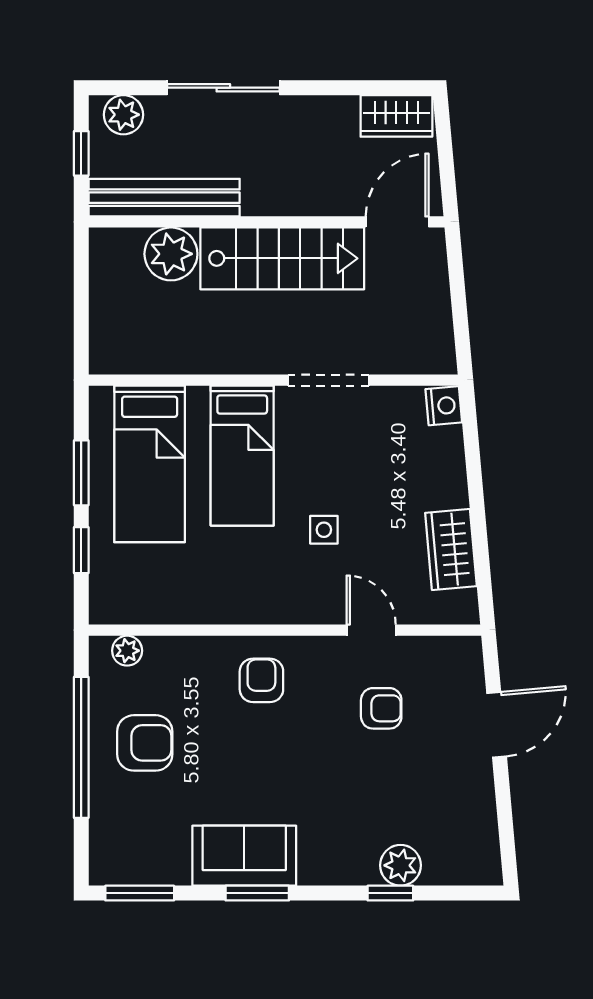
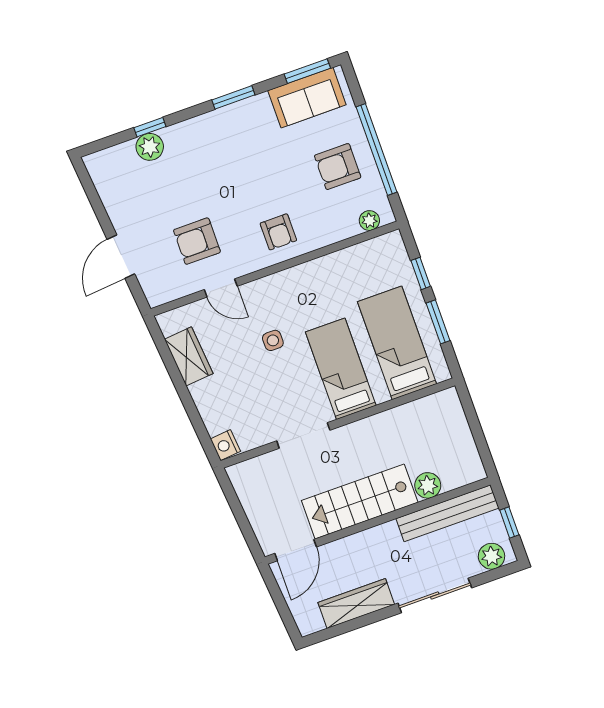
wardrobe: (396, 116) -> (356, 604), moved, width x1.50
plant: (171, 254) -> (428, 485), width x0.73, depth x0.73
armchair: (381, 708) -> (197, 241), width x1.38, depth x1.38
sofa: (244, 856) -> (307, 98), moved

